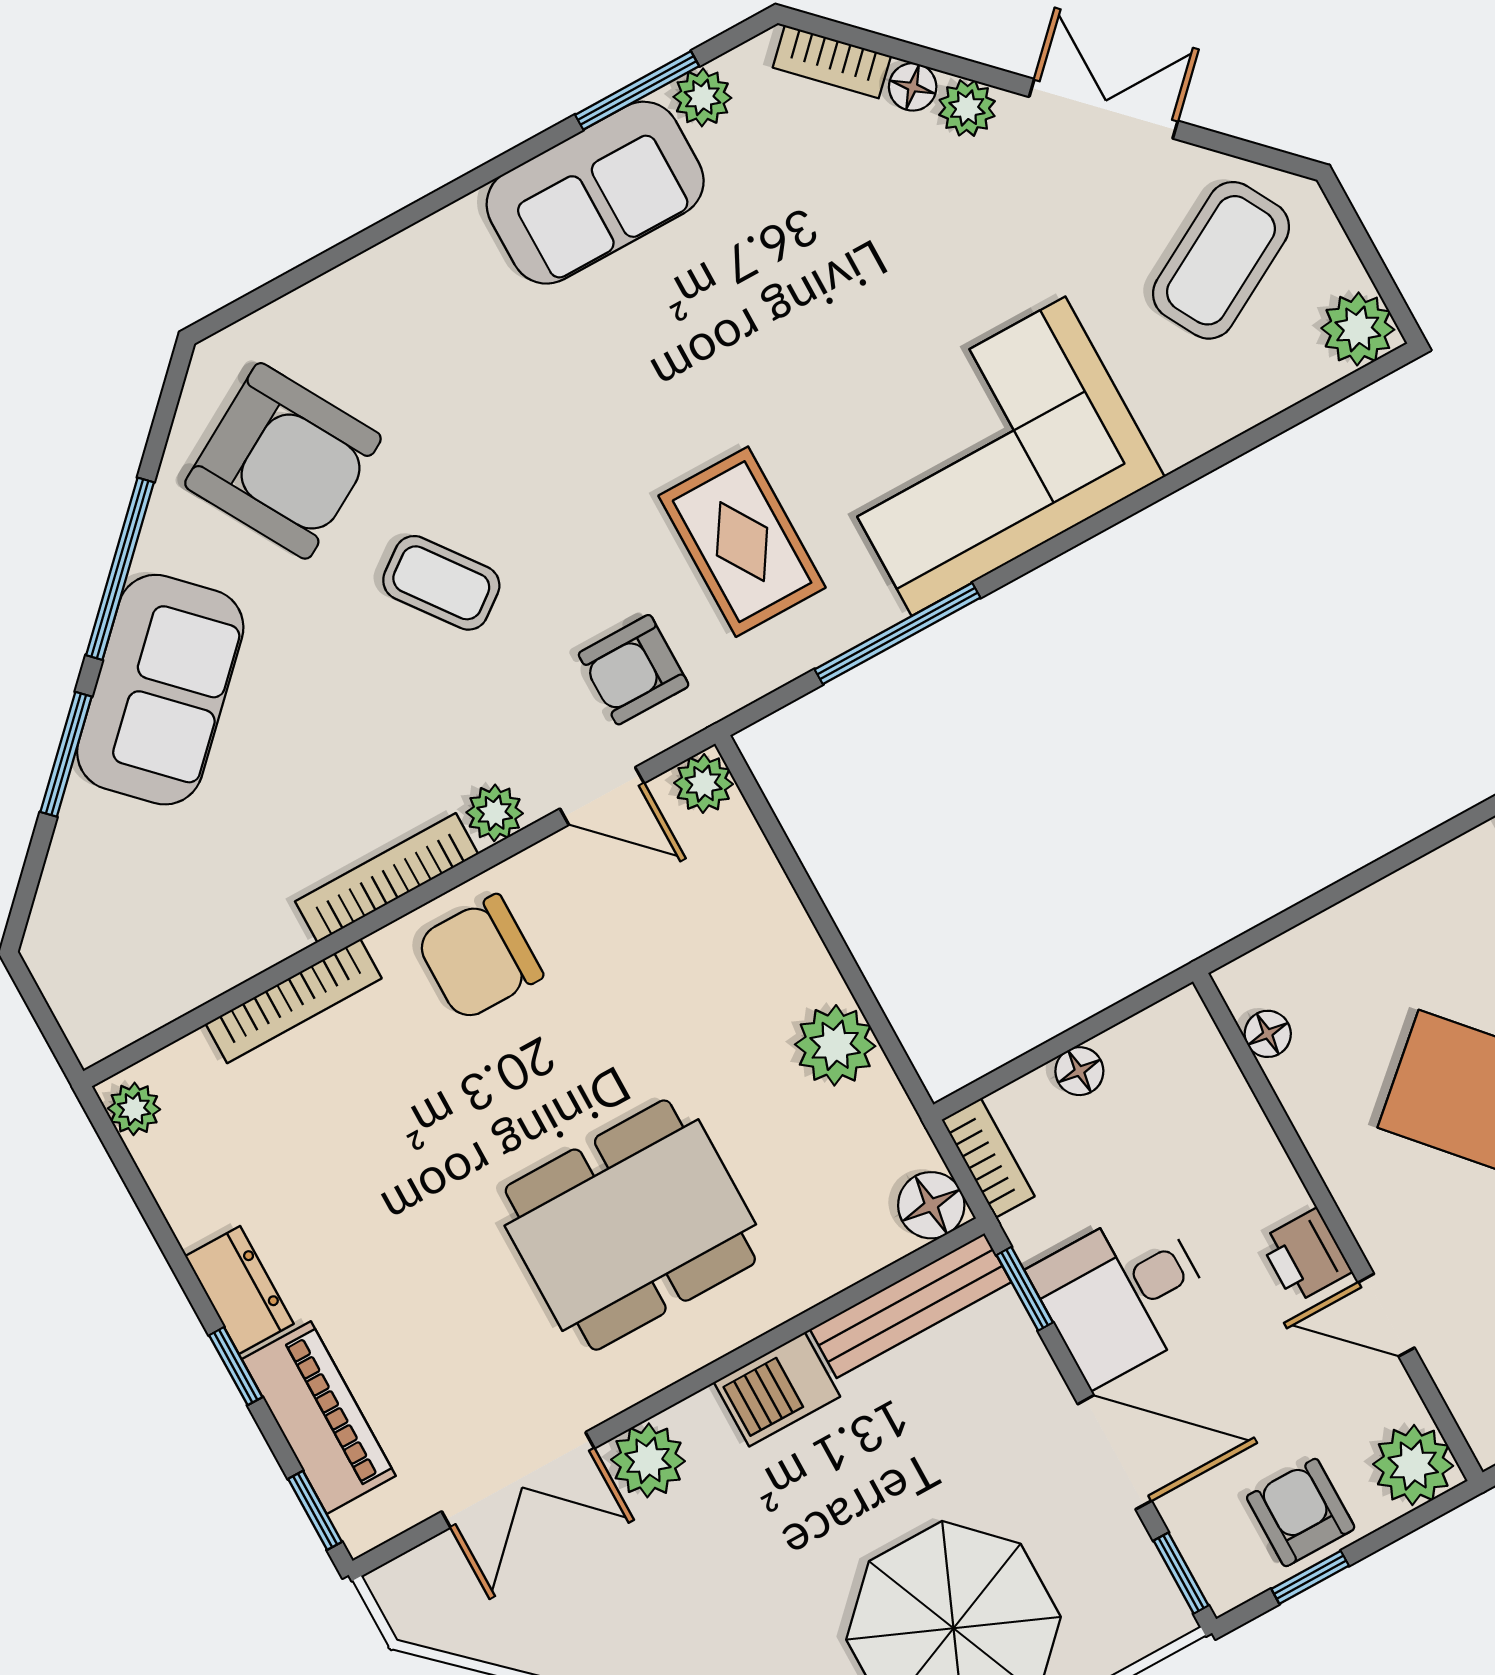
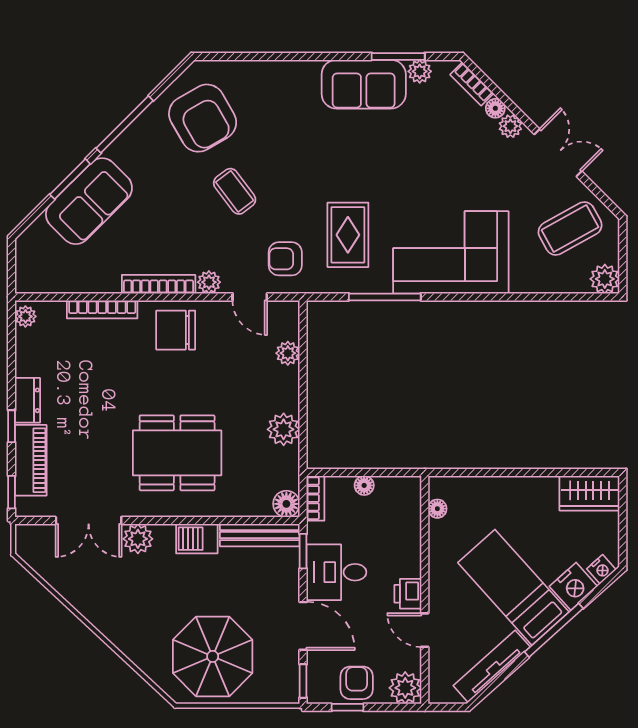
sofa: (160, 690) -> (89, 201), moved
plant: (704, 784) -> (288, 353), moved

